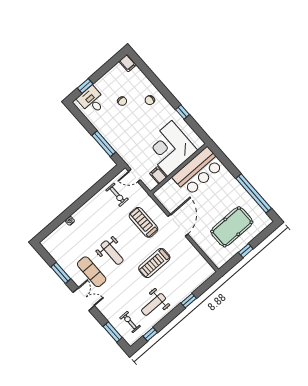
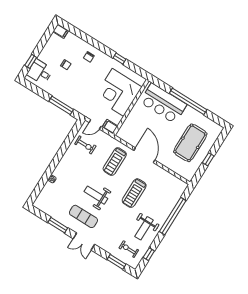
bar counter: (198, 171) -> (163, 103), moved, turned 90
filing cabinet: (158, 175) -> (110, 127), moved
window: (254, 193) -> (188, 101), moved
treadmill: (144, 222) -> (115, 162), turned -90
weight bench: (112, 253) -> (96, 195), turned 180
double door: (84, 299) -> (84, 241), swing flipped
window: (189, 301) -> (173, 216), width x3.17

